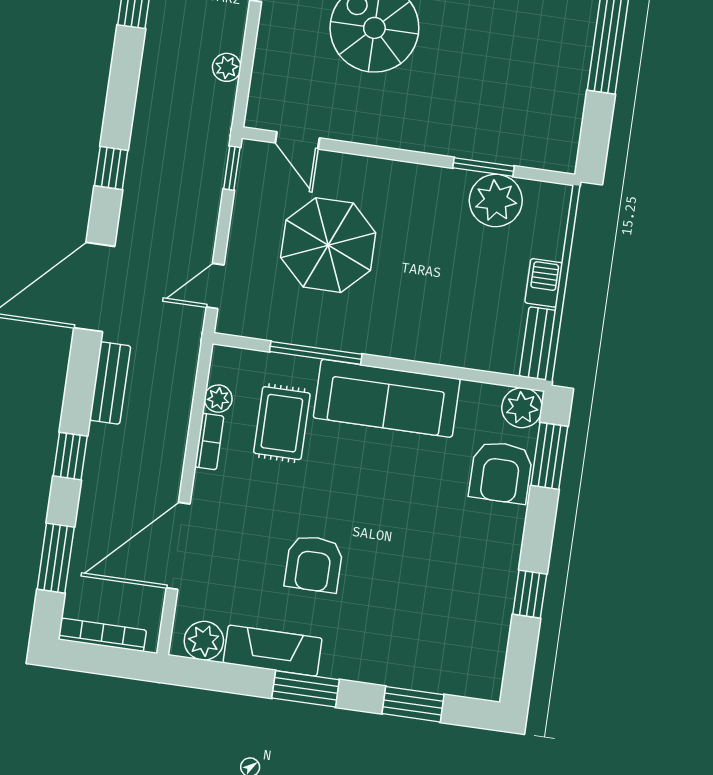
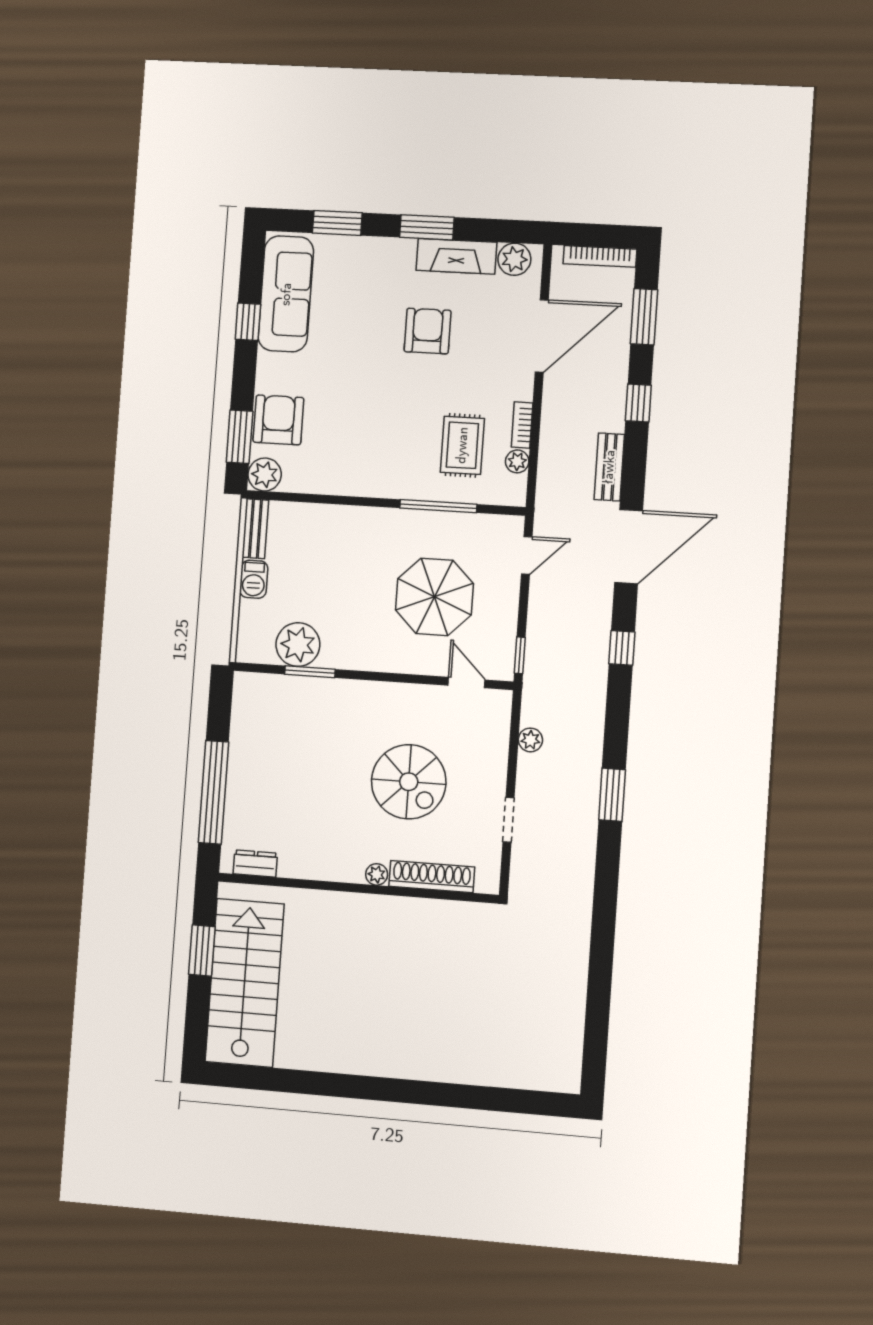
sofa: (387, 398) -> (286, 294), moved, turned 90

